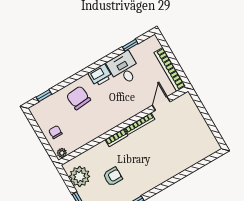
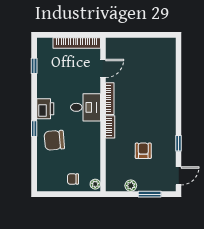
desk: (124, 68) -> (85, 107), moved, turned 180
window: (44, 96) -> (34, 129), moved
door: (161, 103) -> (103, 69), swing flipped
plant: (80, 176) -> (131, 186), width x0.53, depth x0.53

